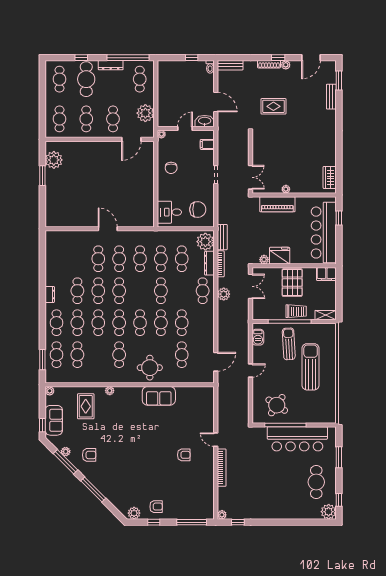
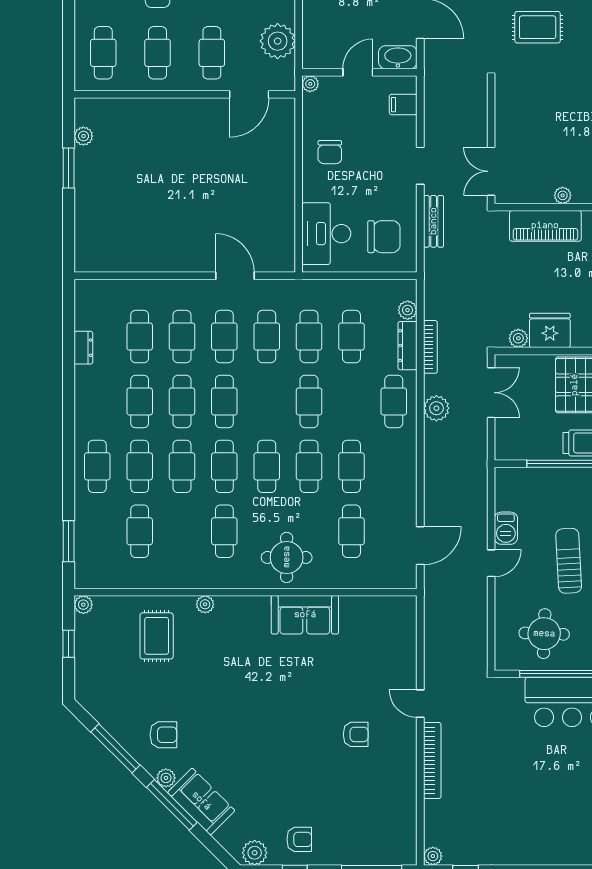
plant: (54, 160) -> (83, 136), width x0.53, depth x0.53
double door: (251, 177) -> (491, 171), swing flipped
desk: (169, 212) -> (326, 234), width x1.37
door: (108, 229) -> (235, 276), moved
bench: (222, 237) -> (434, 221), moved
plant: (205, 242) -> (408, 310), width x0.53, depth x0.53
dresser: (50, 294) -> (83, 348), moved
barbecue: (258, 337) -> (506, 528), moved
sun lounger: (289, 344) -> (569, 561), moved
cafe table: (57, 355) -> (140, 337), moved
round table: (277, 405) -> (544, 634), turned -32
sofa: (54, 420) -> (201, 801), moved, turned -45
window: (42, 425) -> (69, 644), moved
plant: (66, 452) -> (166, 778), moved

